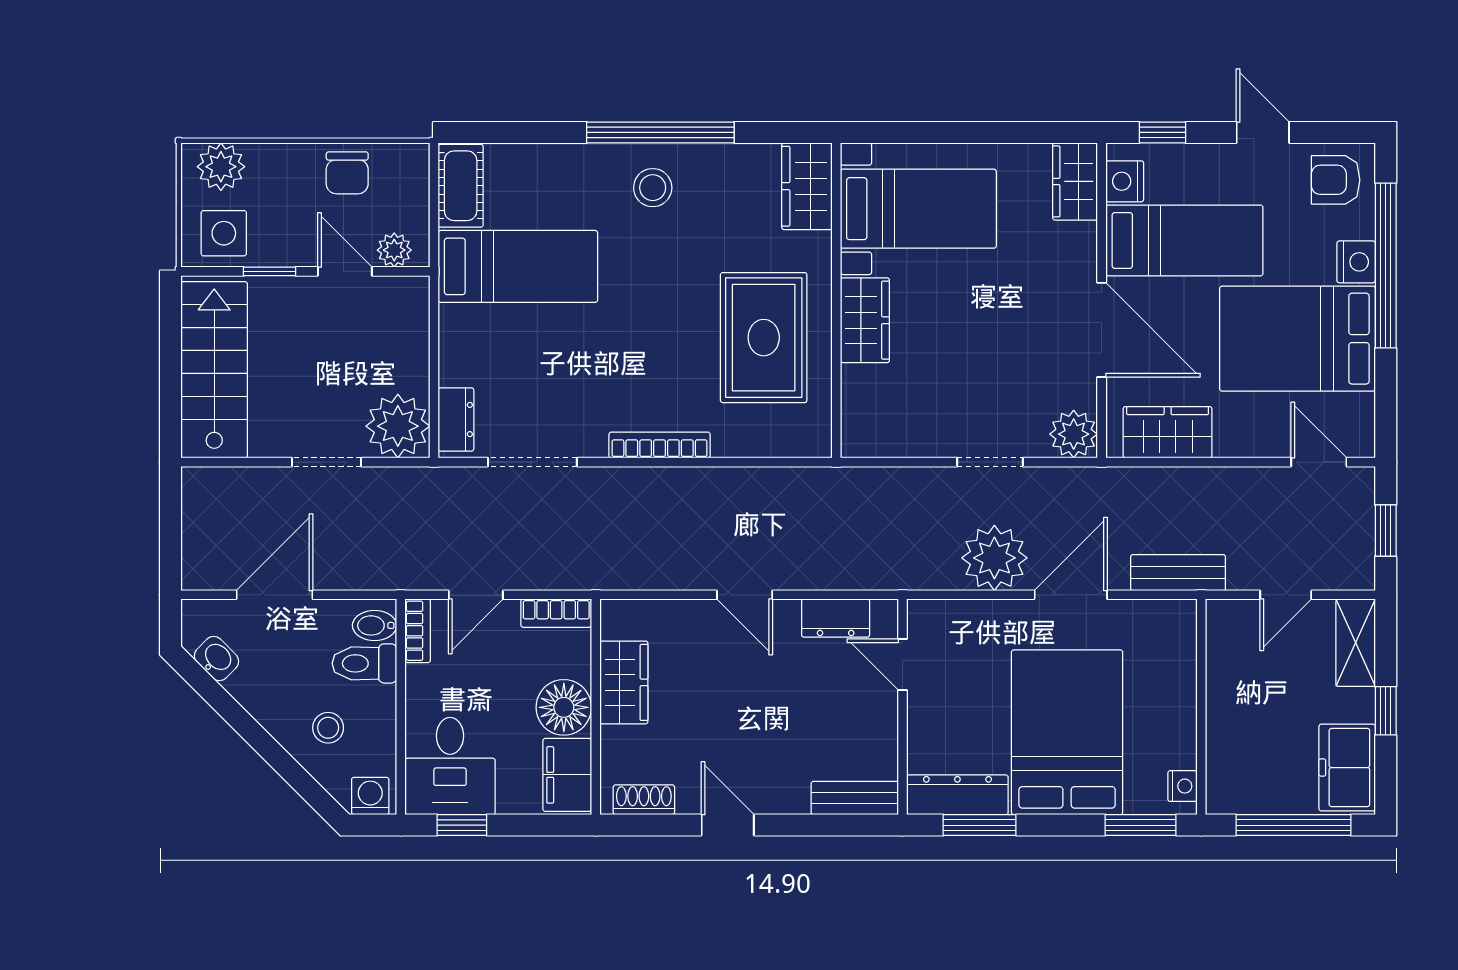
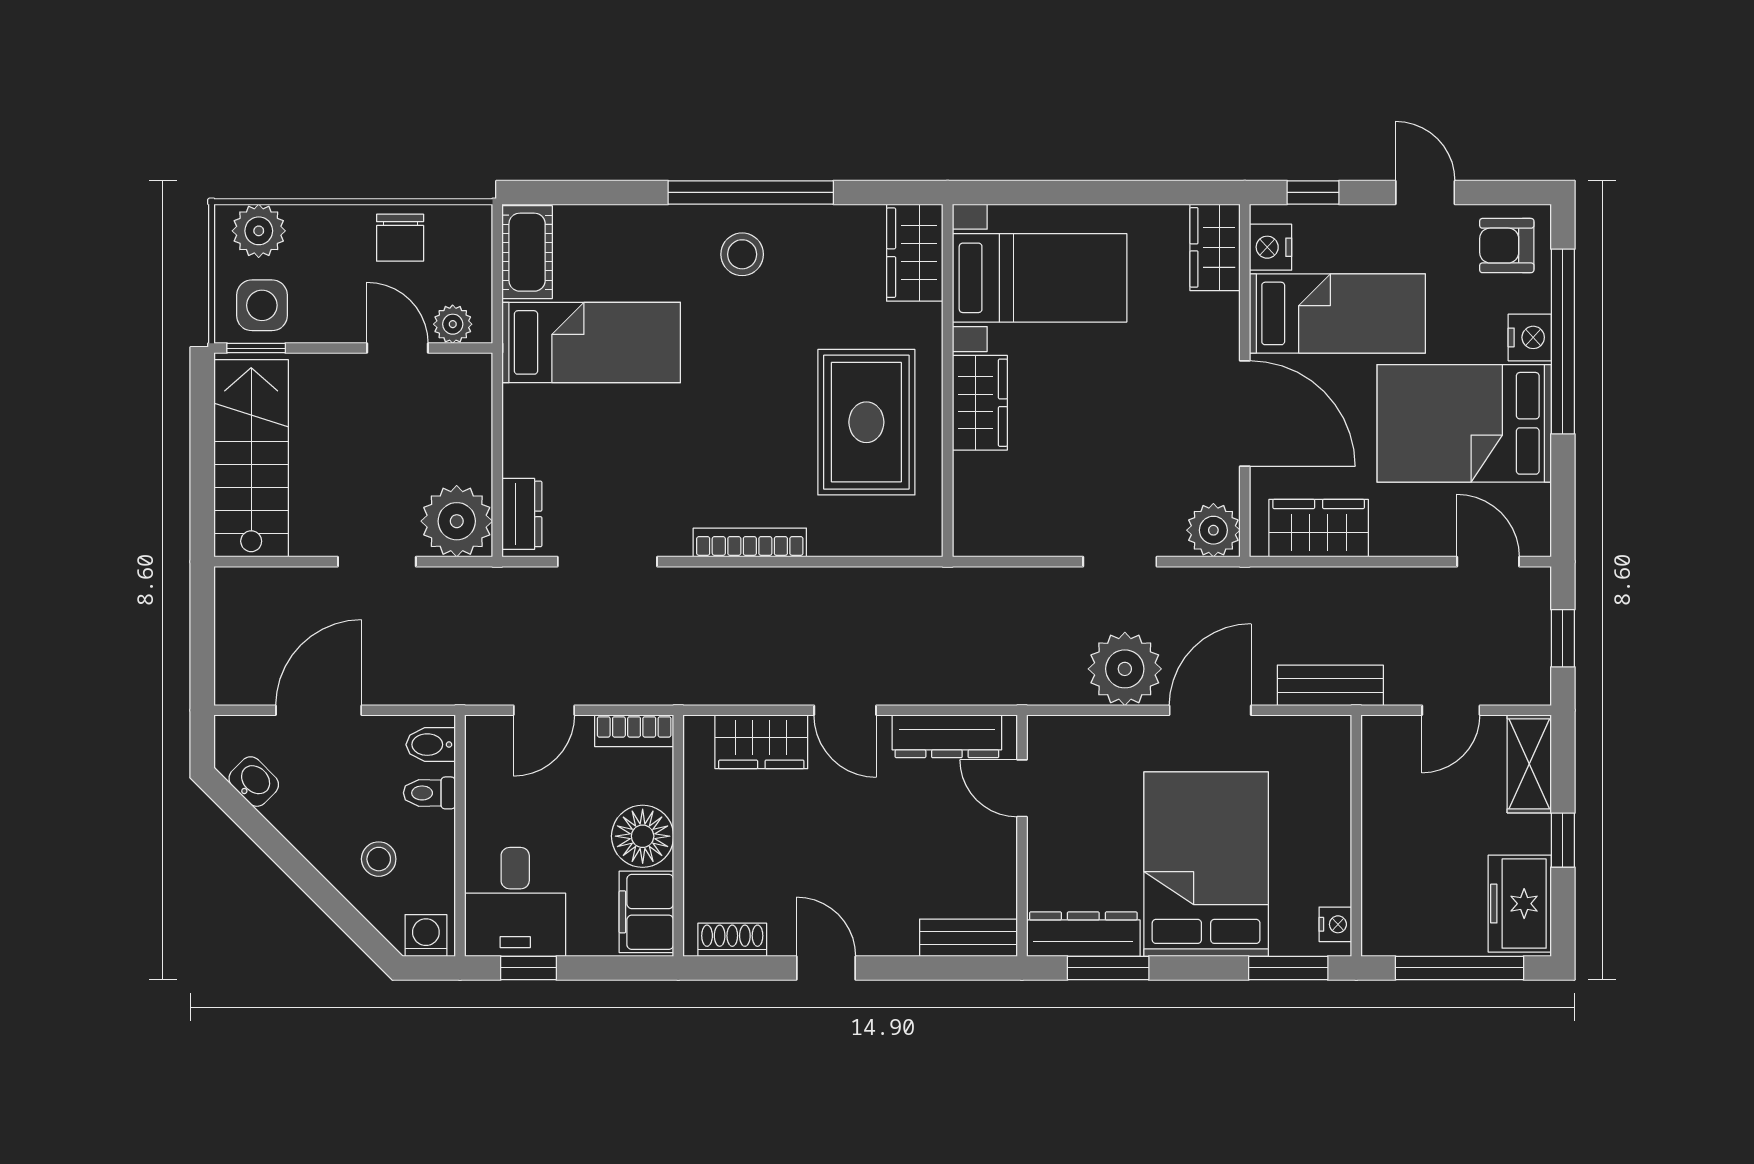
window: (269, 271) -> (256, 348), moved
dresser: (836, 618) -> (947, 736), width x1.44
bookcase: (418, 631) -> (479, 750), removed
toilet: (364, 663) -> (429, 793), width x0.73, depth x0.72
wardrobe: (624, 682) -> (761, 742), moved, turned 90

